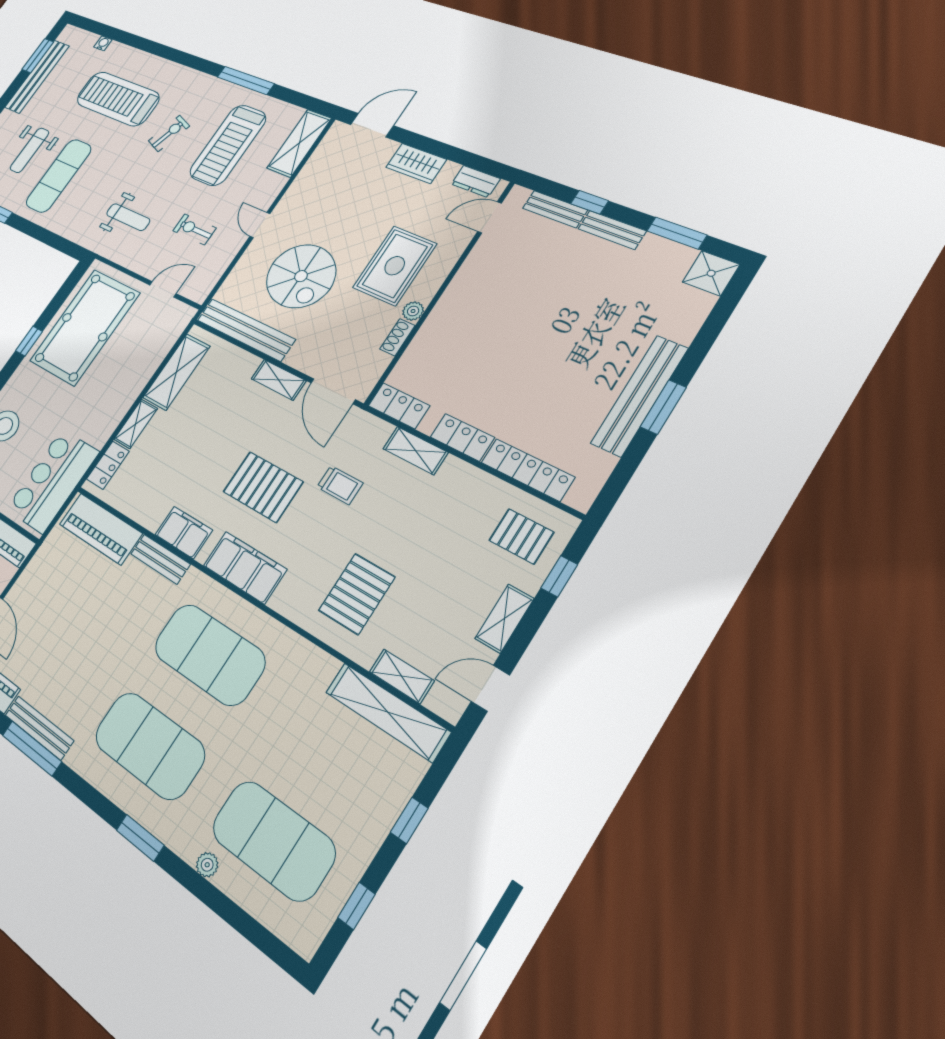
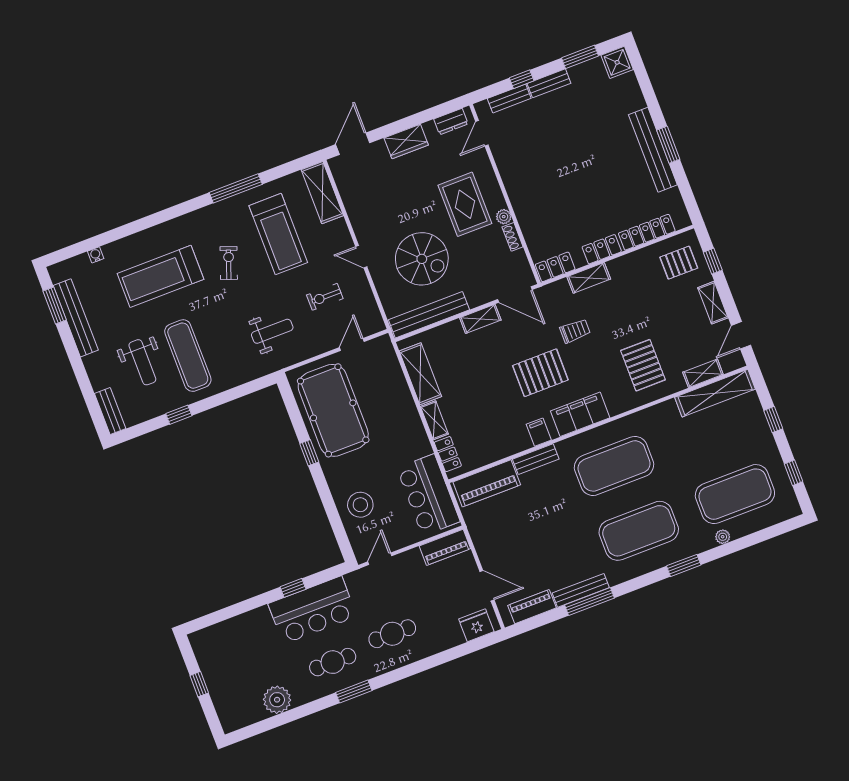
filing cabinet: (184, 532) -> (539, 432), width x0.50

